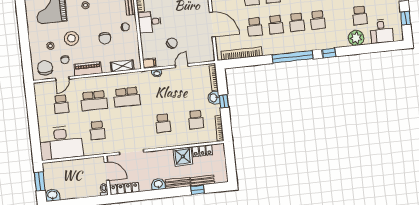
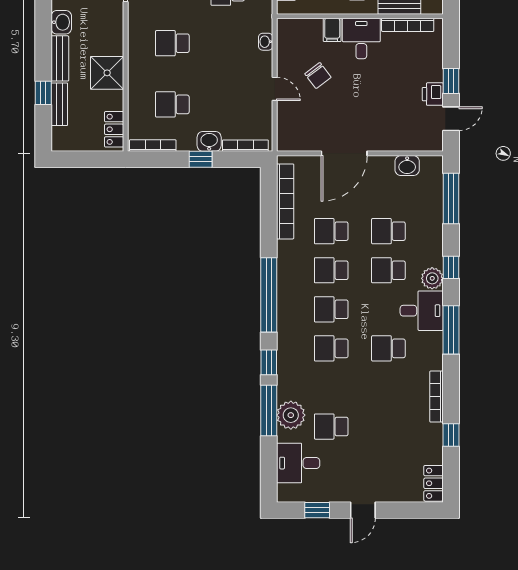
window: (355, 50) -> (269, 411), added
filing cabinet: (149, 63) -> (332, 30), moved
locker: (202, 151) -> (114, 129), moved

